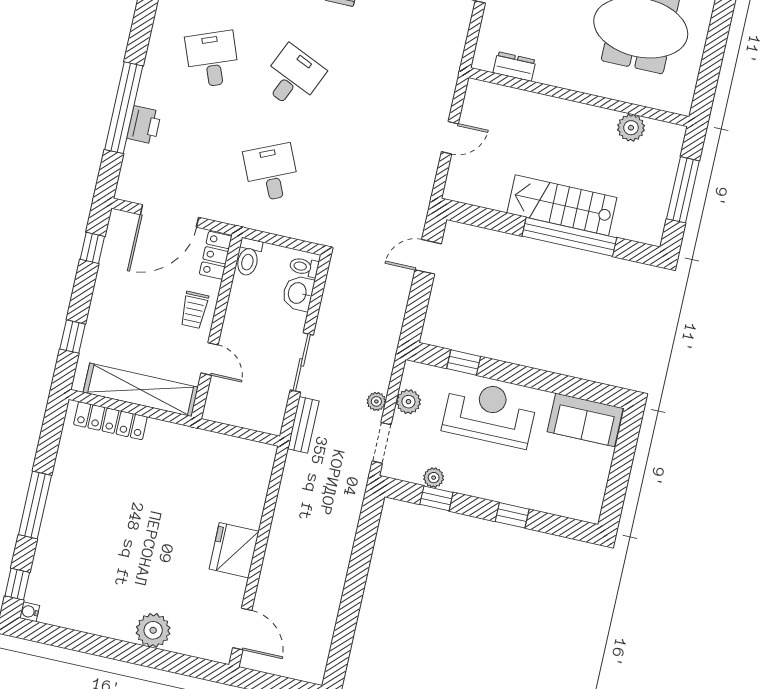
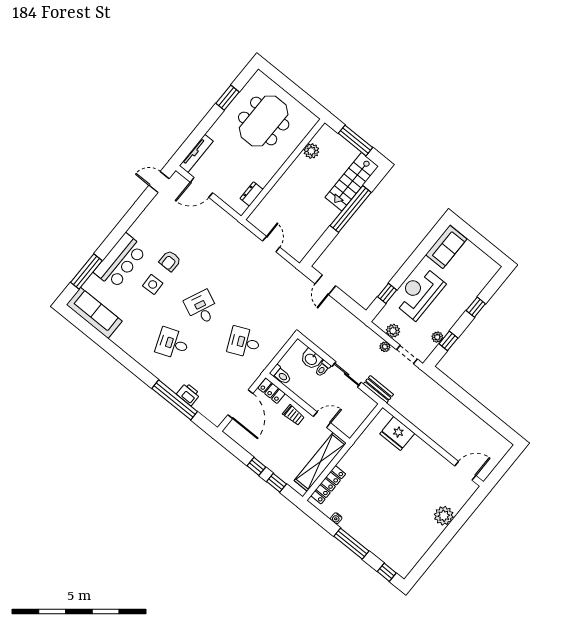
stairs: (562, 205) -> (352, 182), moved
window: (92, 248) -> (256, 466), moved
toilet: (304, 267) -> (323, 368), moved
fridge: (234, 550) -> (397, 434), moved
water cooler: (30, 612) -> (336, 518), moved

